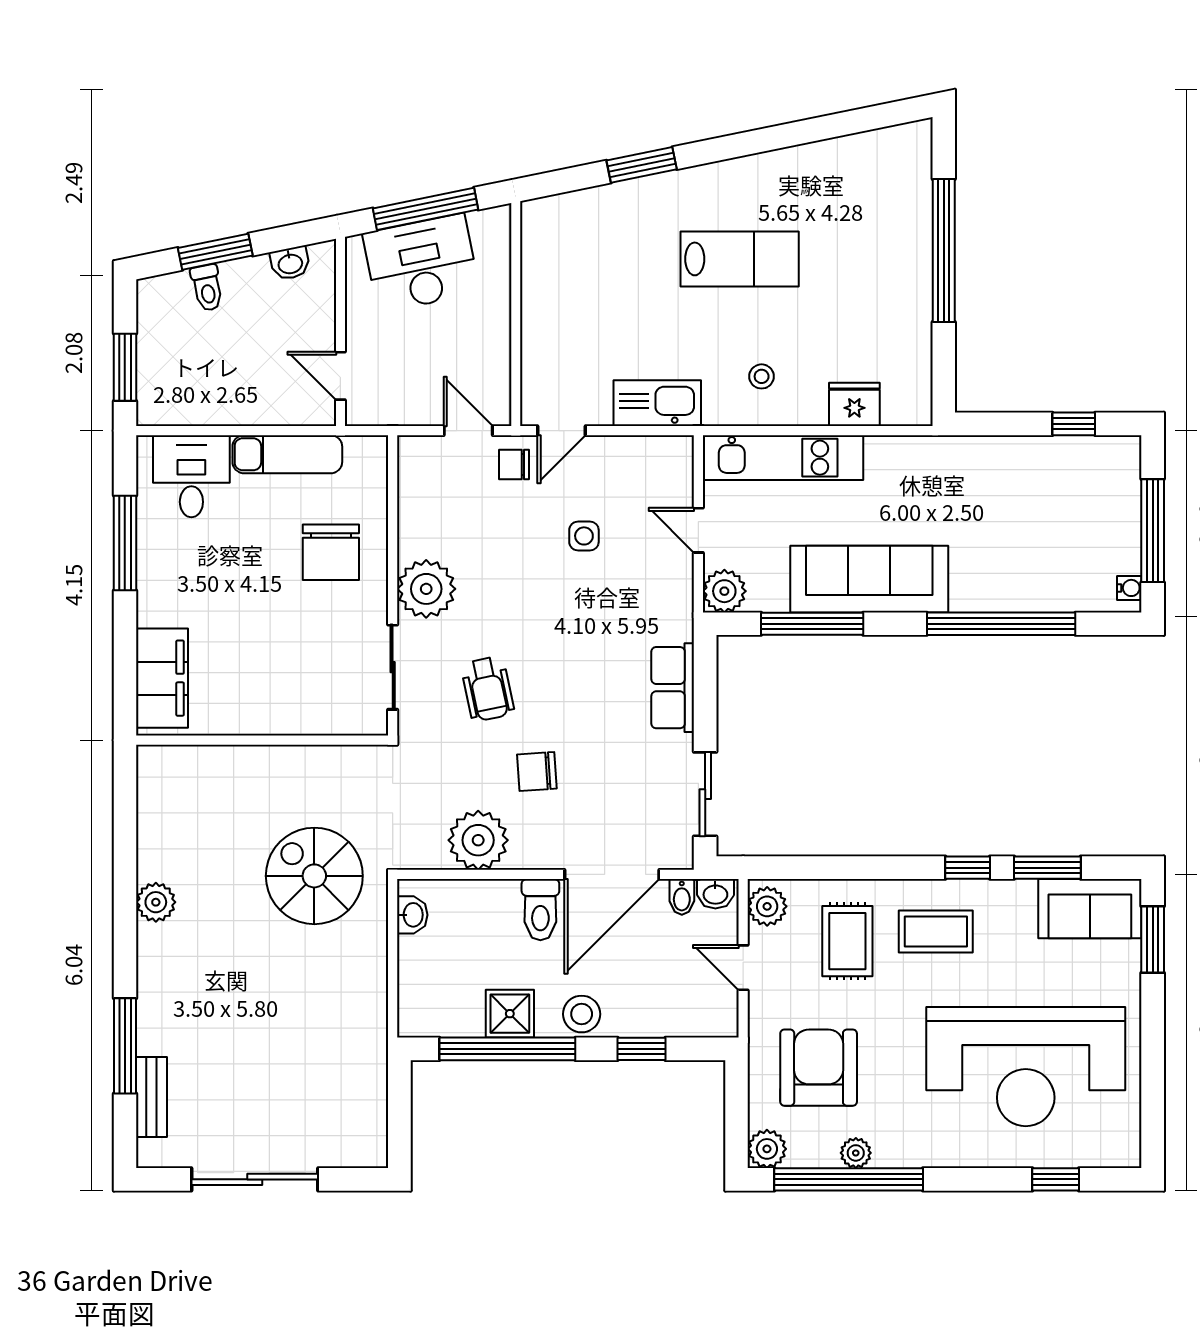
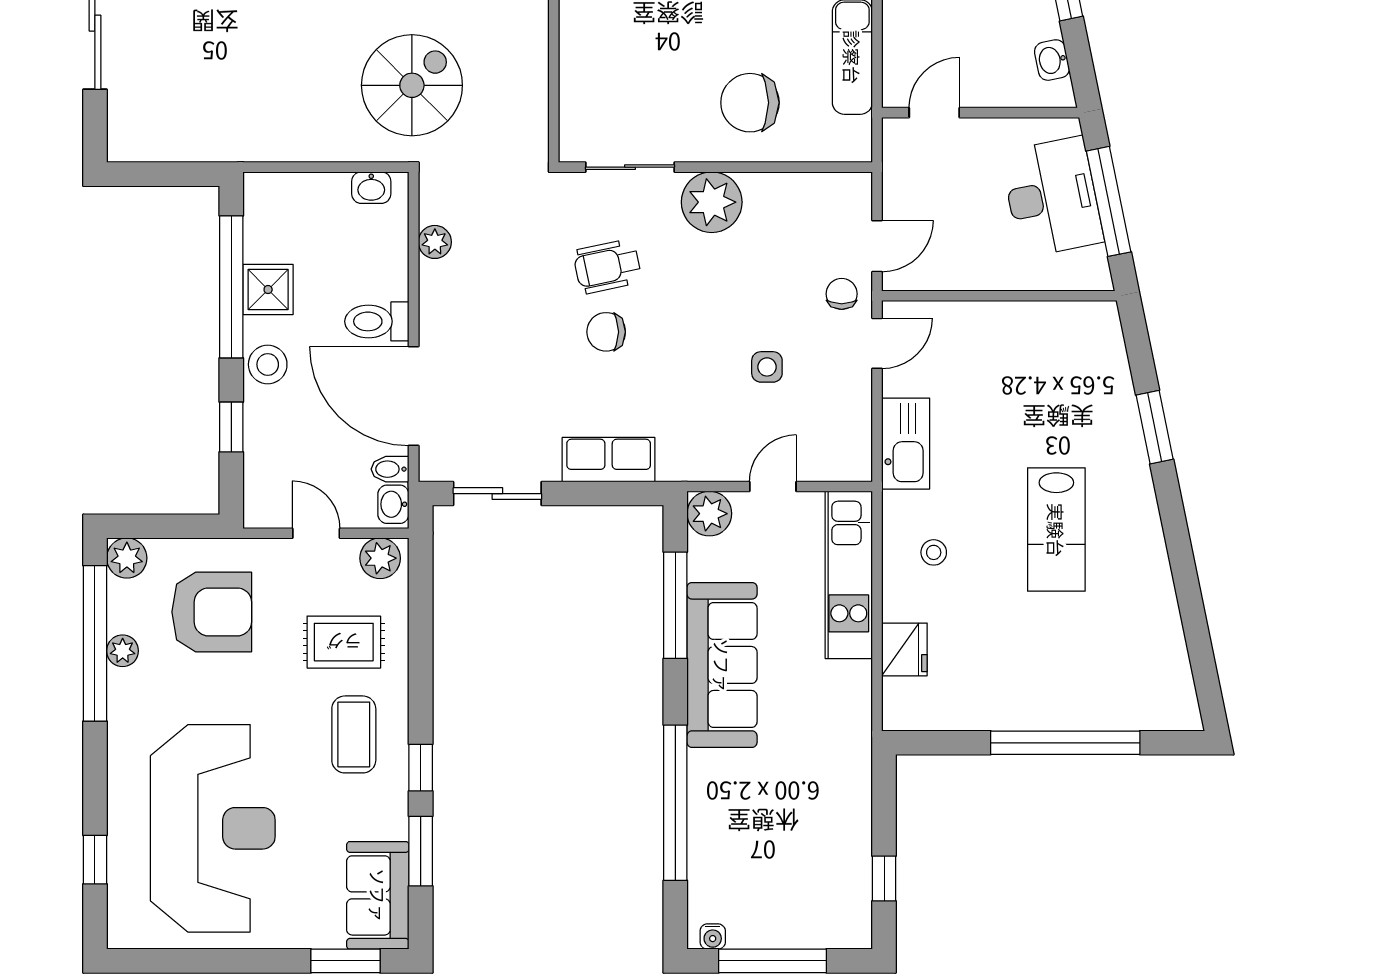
door: (561, 431) -> (877, 343), swing flipped
chair: (537, 772) -> (606, 332), moved, turned -86
plant: (478, 840) -> (435, 242), width x0.53, depth x0.53
door: (743, 968) -> (316, 533), hinge flipped
reception desk: (1026, 1067) -> (213, 828), turned 180

